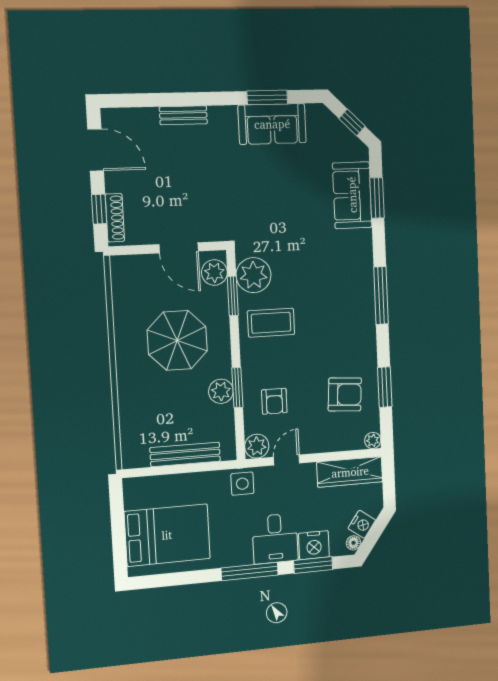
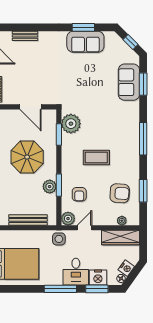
bench: (183, 115) -> (25, 36), moved
plant: (214, 272) -> (49, 121), removed
coffee table: (271, 323) -> (96, 158), moved
plant: (373, 440) -> (122, 221), moved

